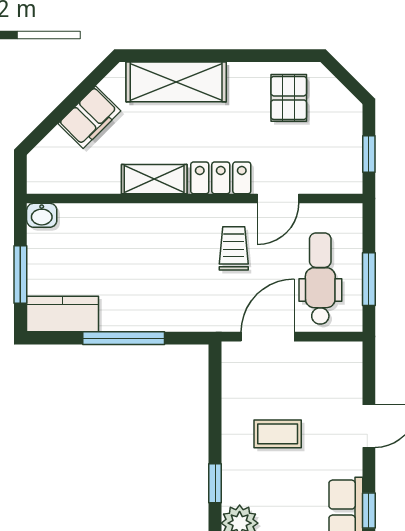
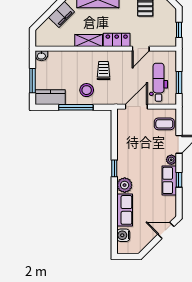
trolley: (234, 248) -> (103, 70), moved
stool: (149, 297) -> (87, 90), added
coffee table: (278, 434) -> (164, 124), moved
plant: (351, 463) -> (171, 160), added

